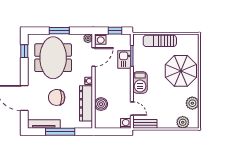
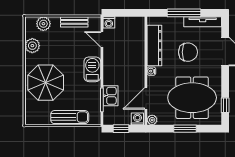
meeting table: (53, 58) -> (192, 98), turned 90
boiler: (101, 104) -> (137, 45), removed
bench: (145, 124) -> (74, 22), moved

